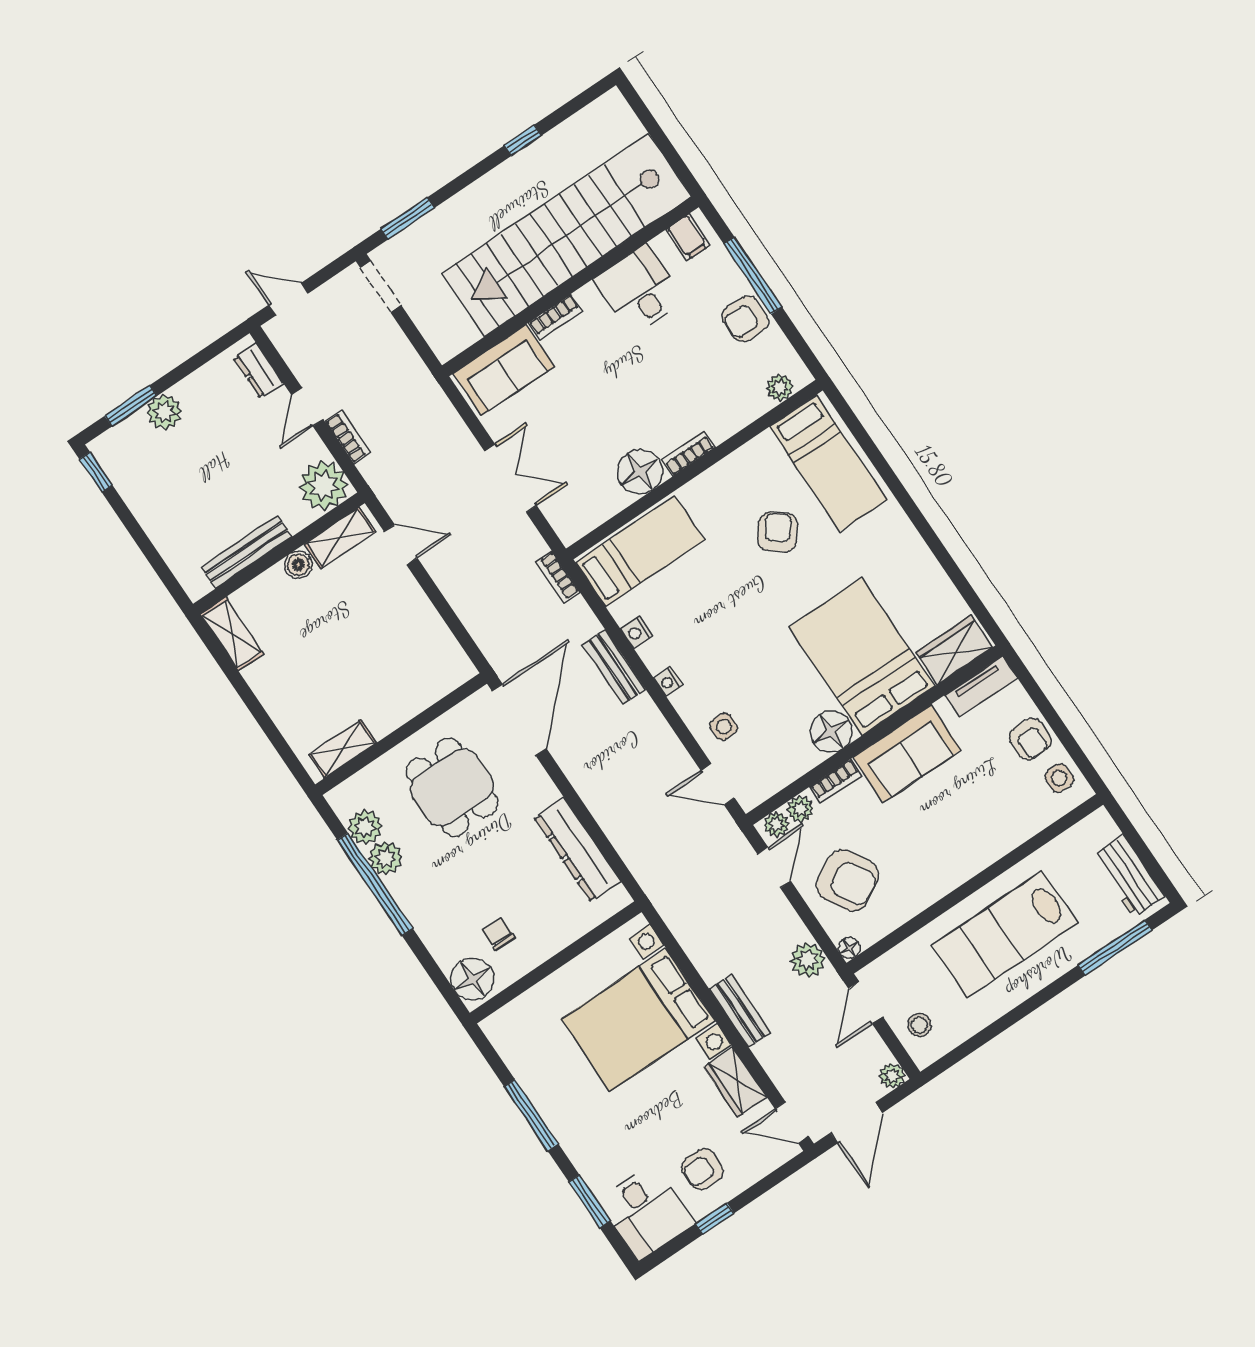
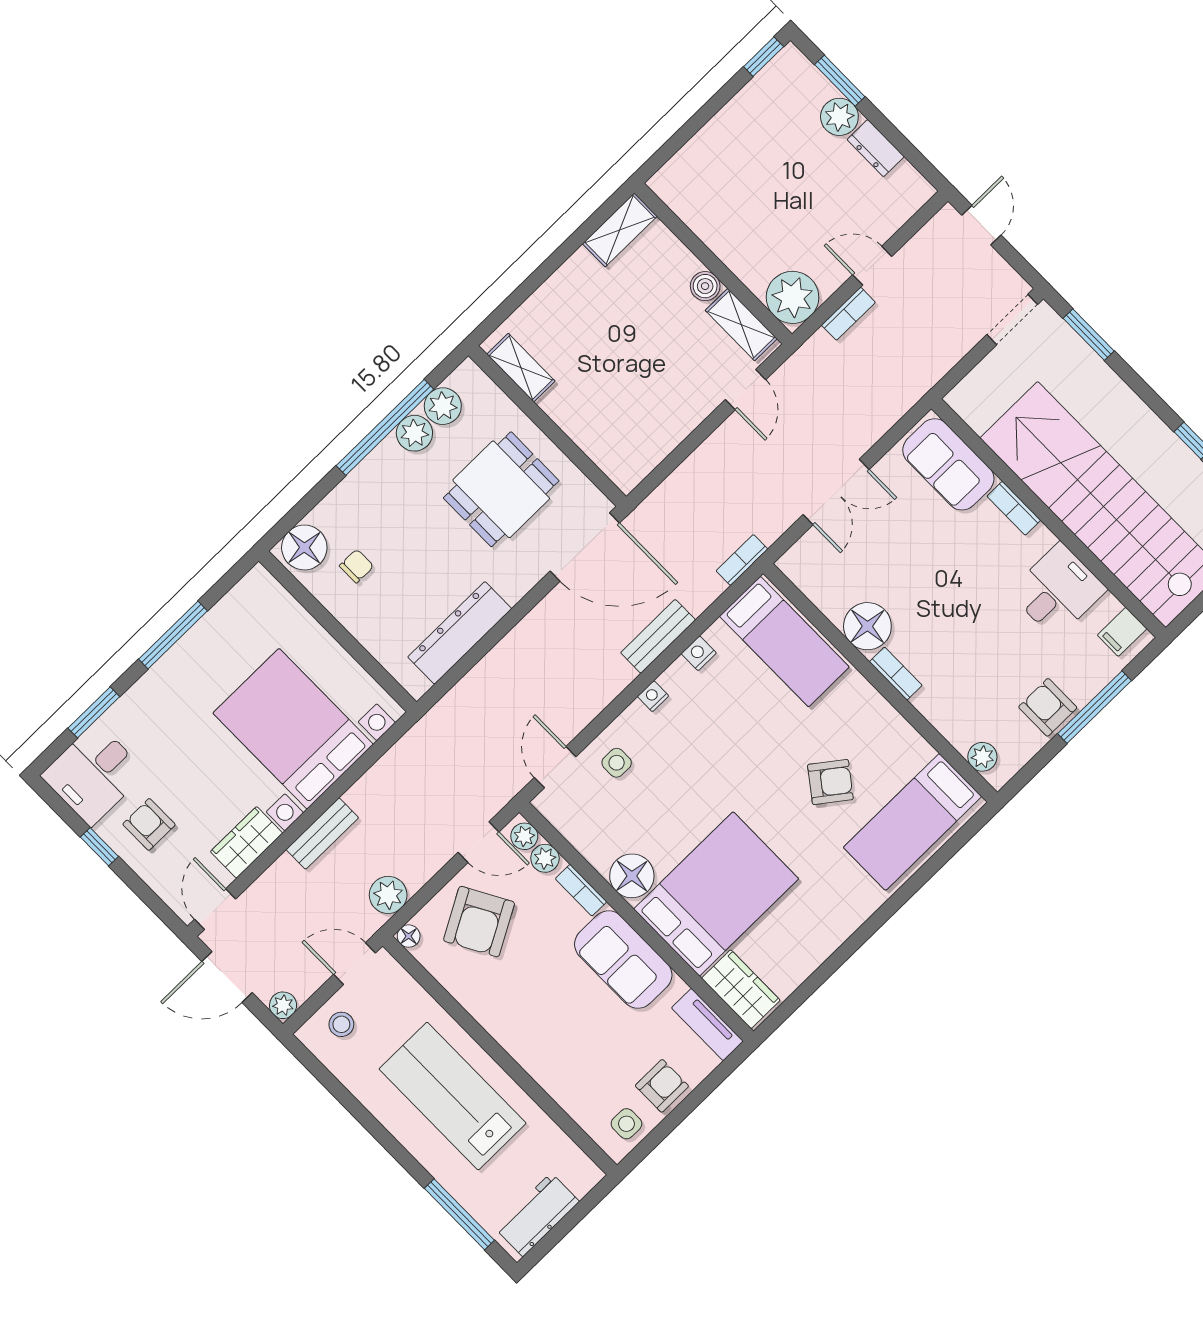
dresser: (258, 370) -> (876, 148), moved, turned -90
bench: (247, 552) -> (709, 229), removed
armchair: (1030, 739) -> (662, 1086), turned 180

